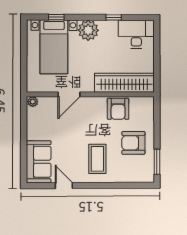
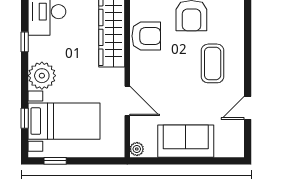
window: (24, 40) -> (55, 161), added
coffee table: (97, 159) -> (213, 63), turned 90
sofa: (39, 162) -> (186, 141), moved

